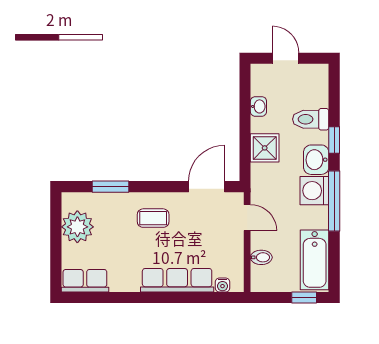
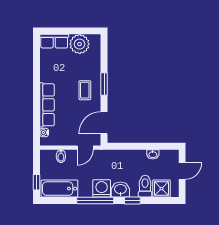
shower: (265, 148) -> (161, 189), moved
window: (111, 187) -> (104, 84), moved
door: (207, 187) -> (104, 123), swing flipped
row of seats: (85, 281) -> (54, 41), moved, turned 90

